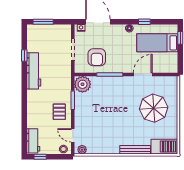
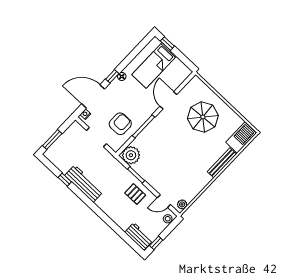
window: (144, 22) -> (112, 76), moved
armchair: (97, 57) -> (120, 124), turned -90

